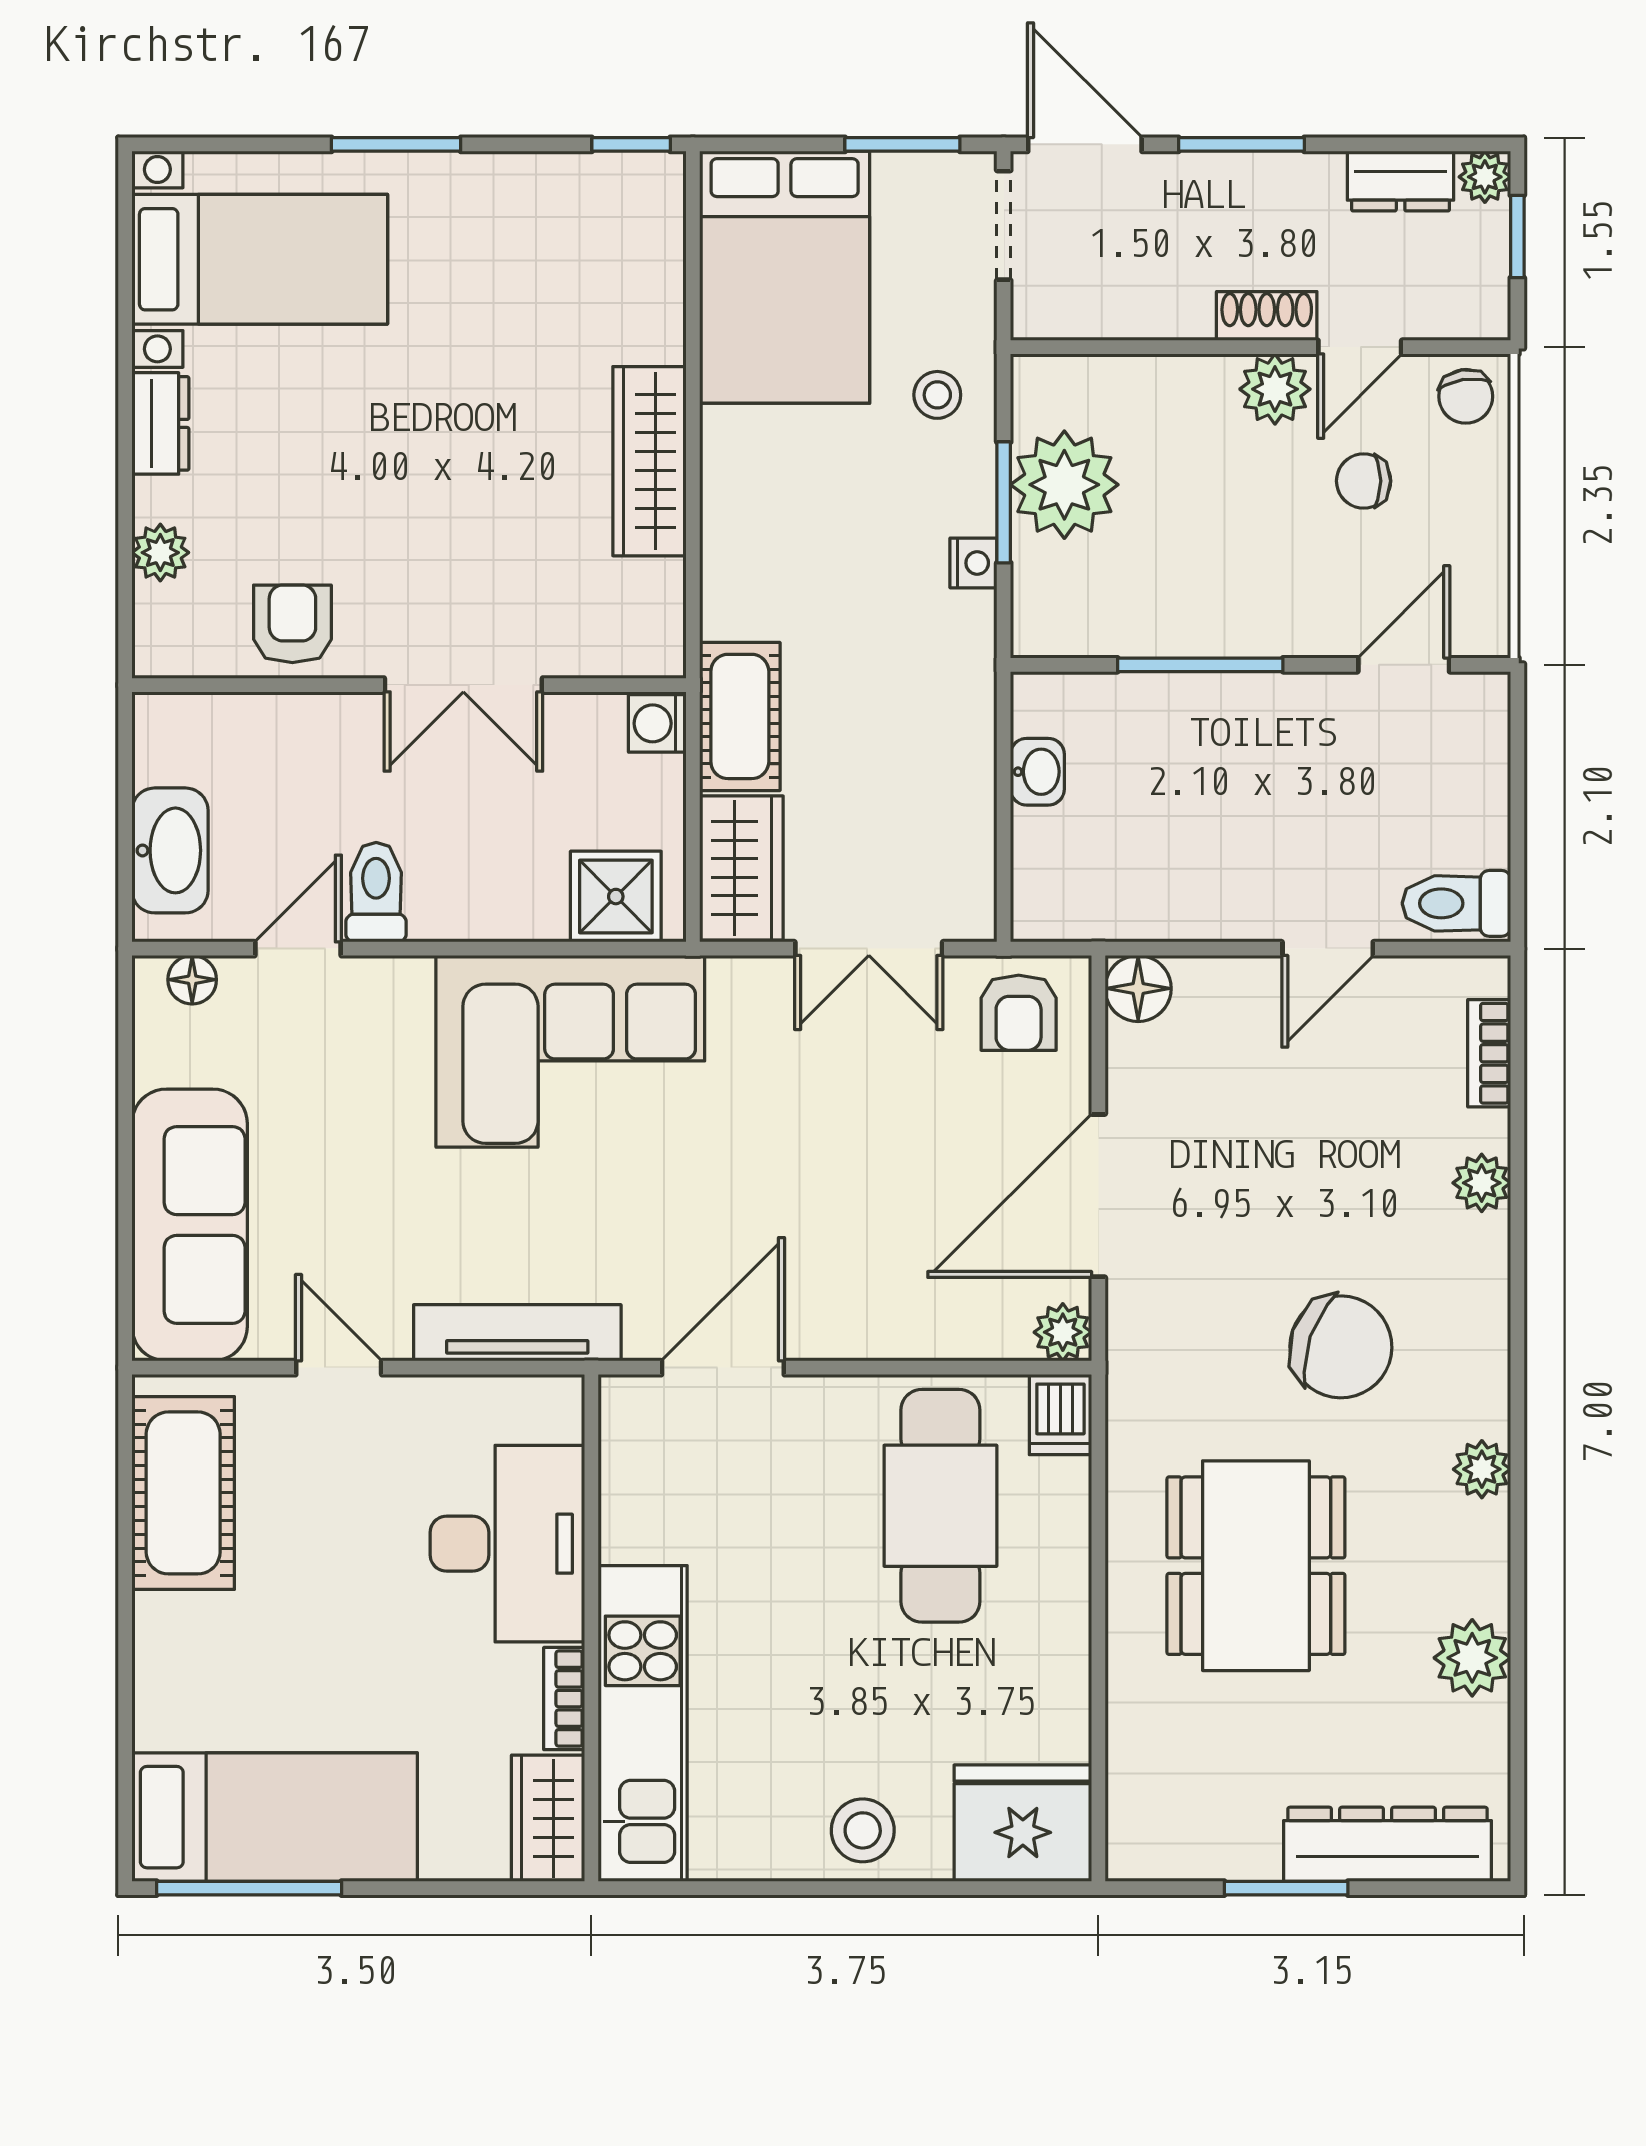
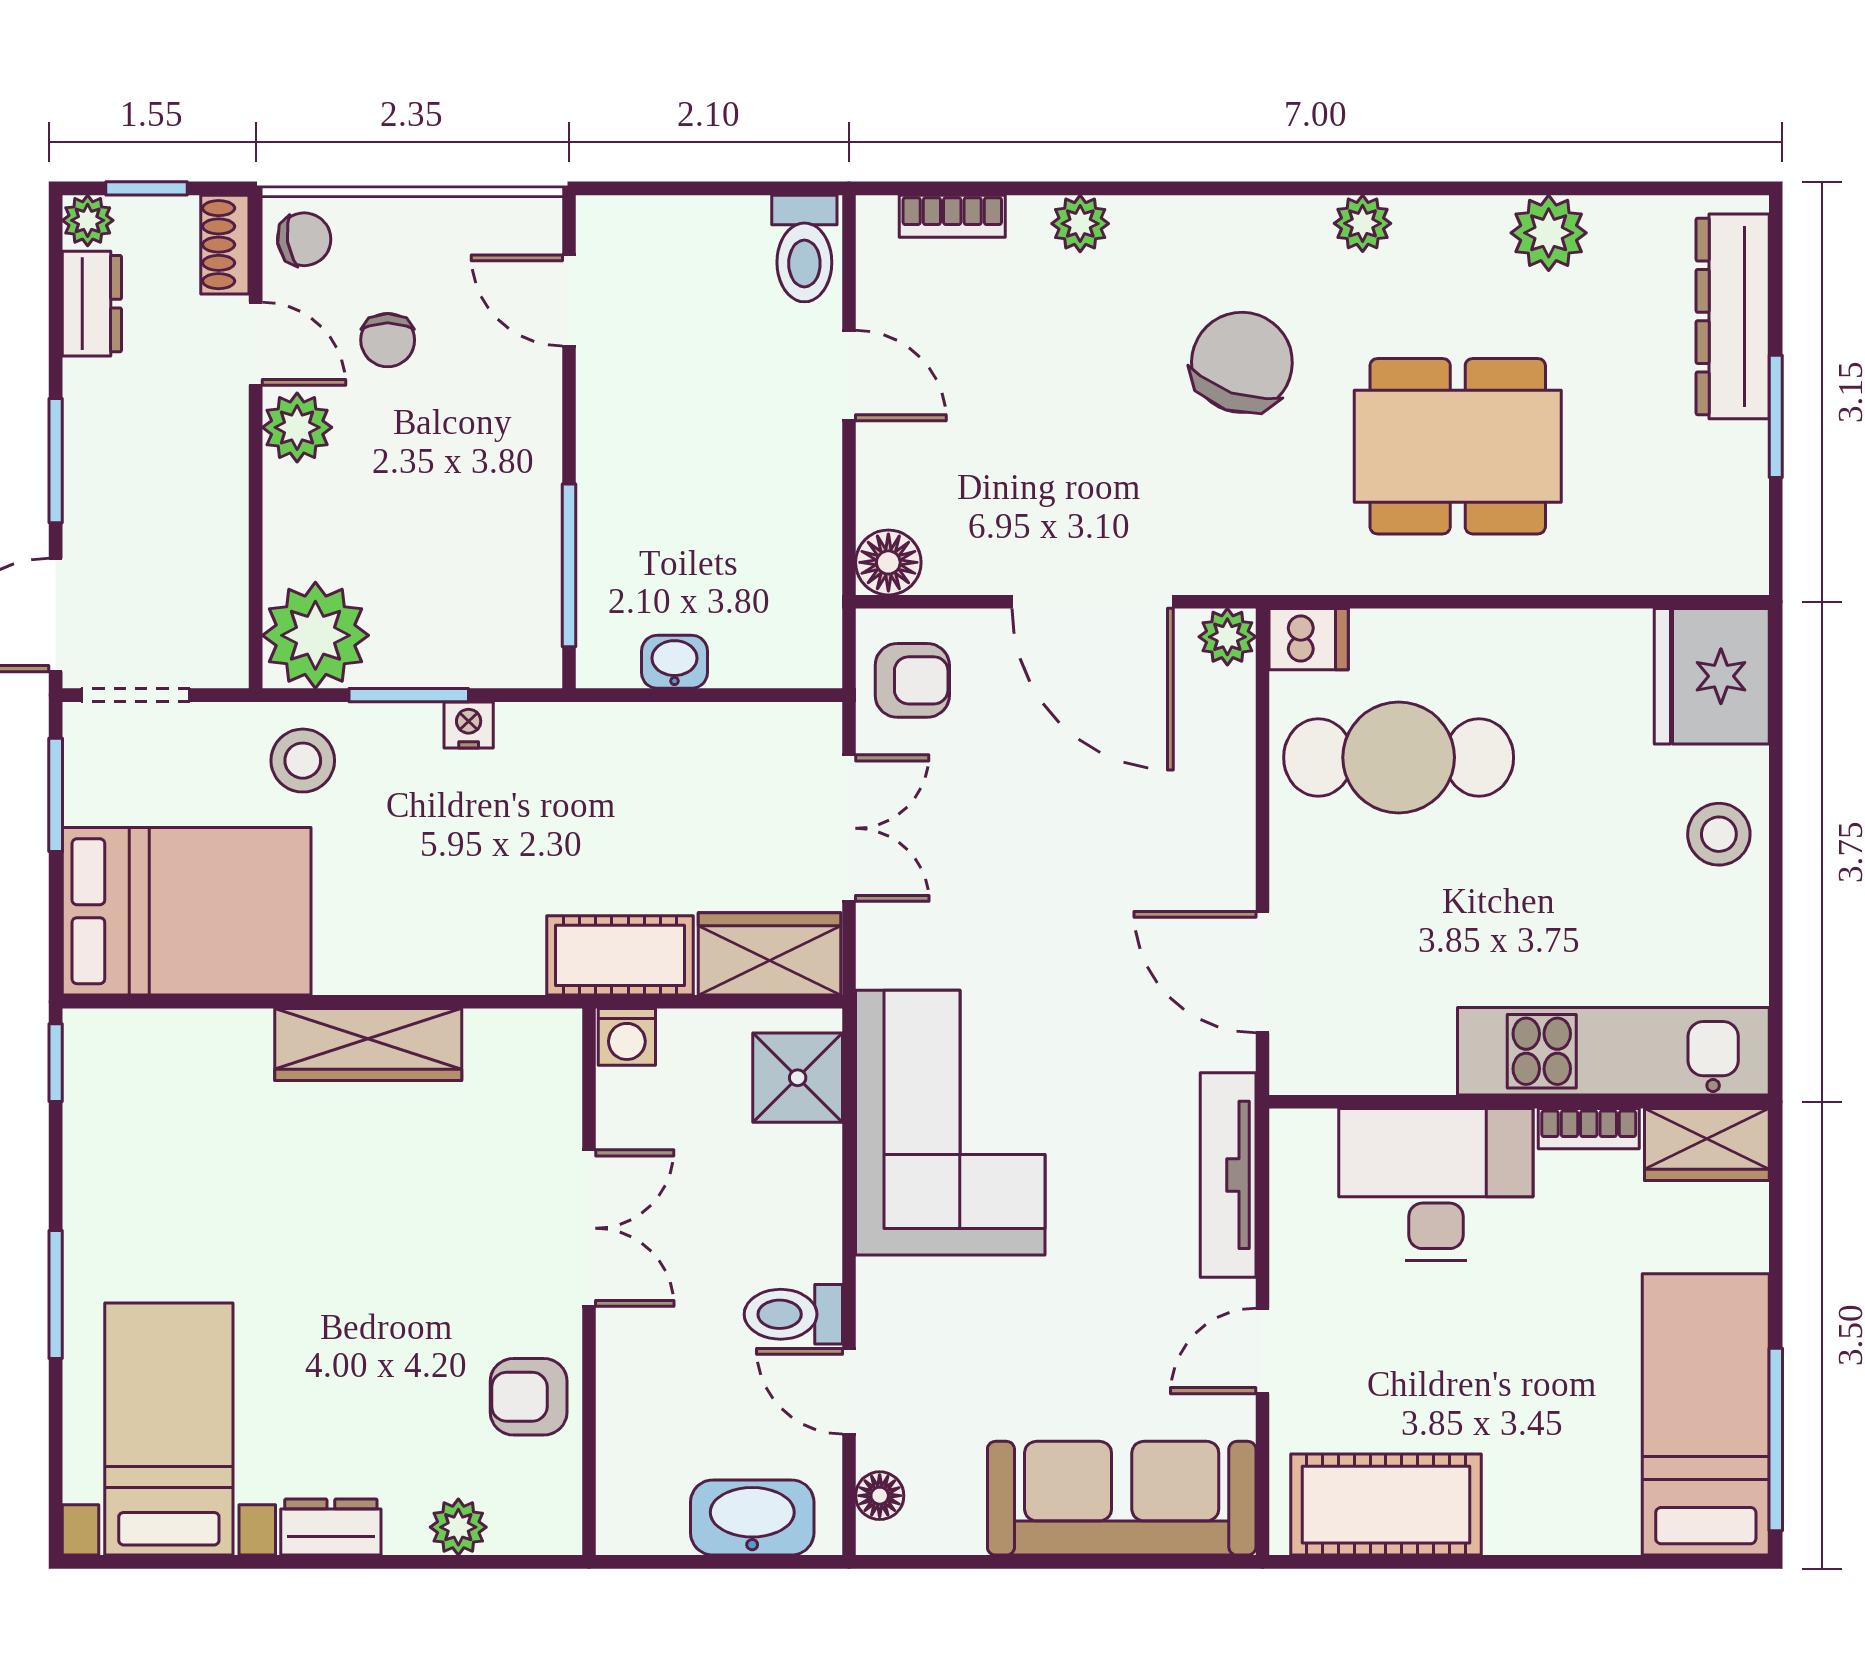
shoe rack: (1267, 316) -> (225, 245), moved
stool: (937, 395) -> (303, 761), width x1.37, depth x1.37
plant: (1064, 485) -> (315, 635), moved
window: (1200, 665) -> (569, 565), moved

